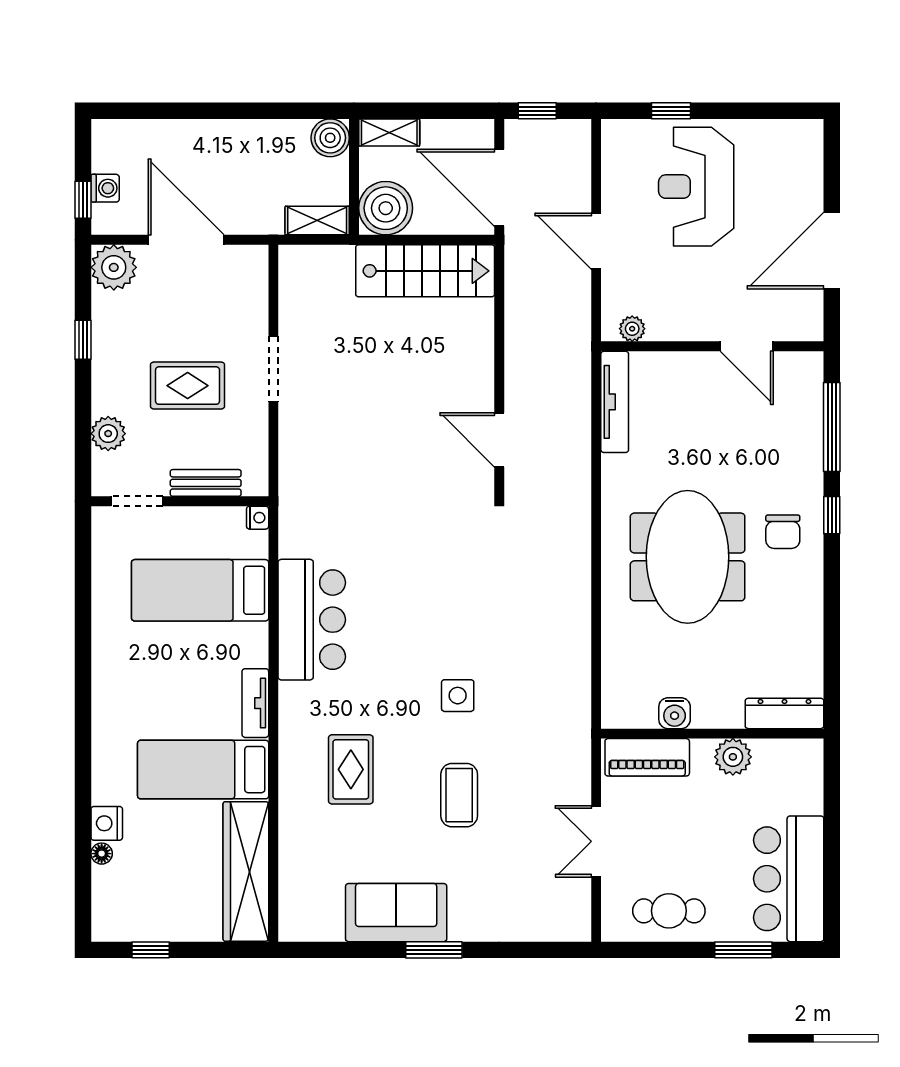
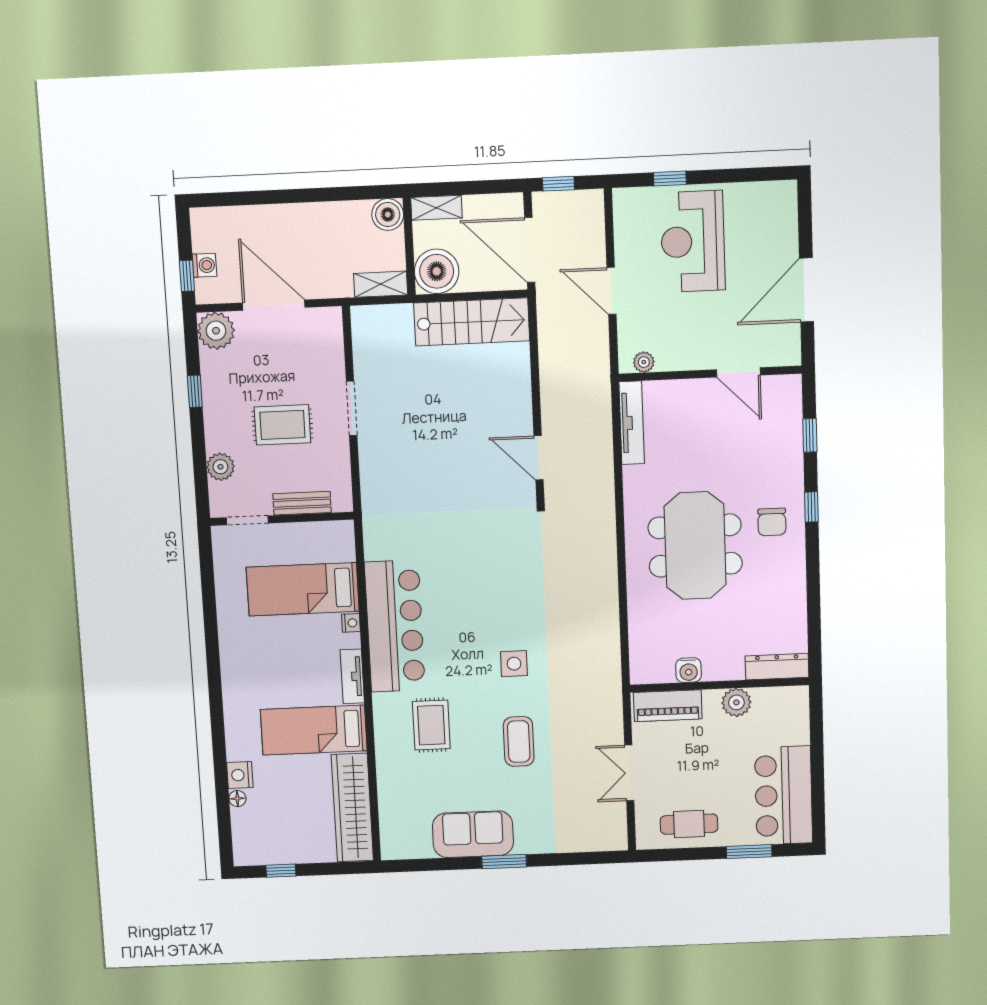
window: (832, 427) -> (810, 435), width x0.46
nightstand: (258, 518) -> (351, 623), moved
bar counter: (312, 620) -> (395, 626), width x1.36

